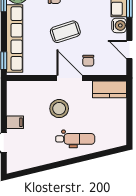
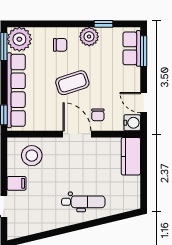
water cooler: (119, 25) -> (132, 123), moved
kitchen counter: (110, 89) -> (131, 156), moved, turned 90
stool: (59, 109) -> (32, 156), moved

